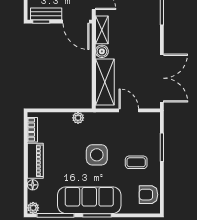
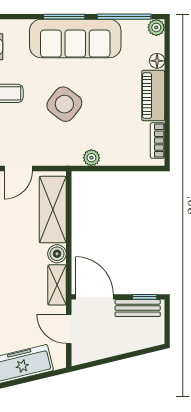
door: (129, 110) -> (18, 169), hinge flipped
side table: (97, 155) -> (64, 104), turned 37

